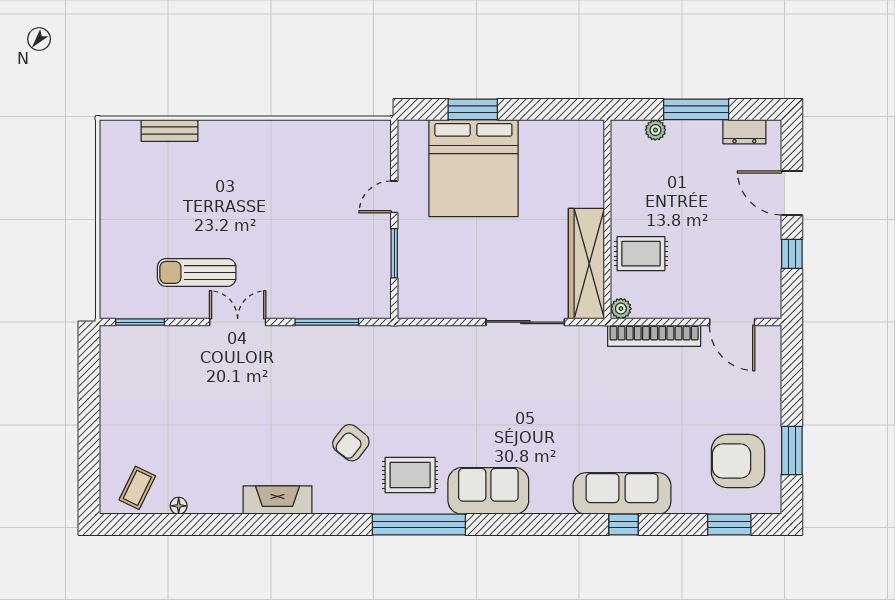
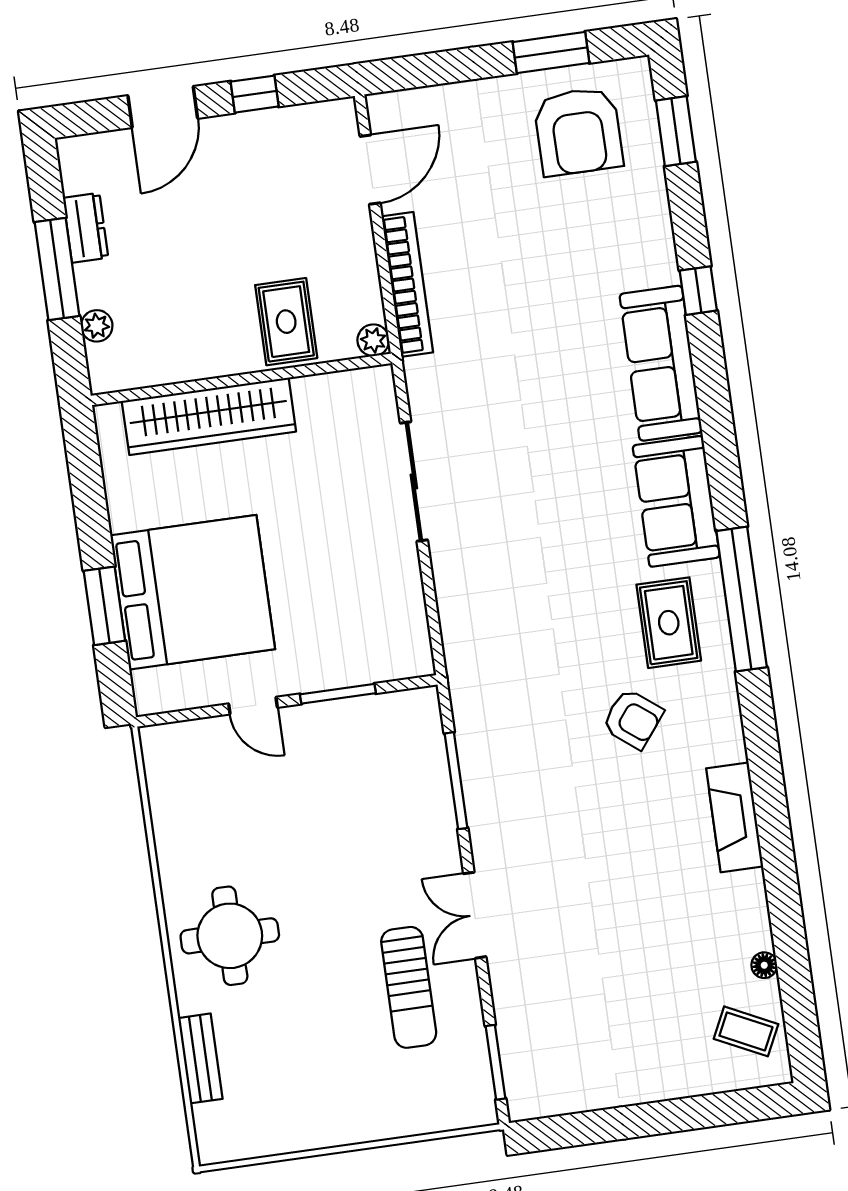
dresser: (744, 132) -> (86, 228), moved
round table: (247, 161) -> (230, 936), added
wardrobe: (586, 264) -> (209, 416), moved
sofa: (622, 493) -> (661, 363), moved

